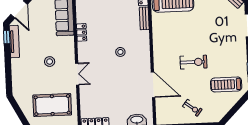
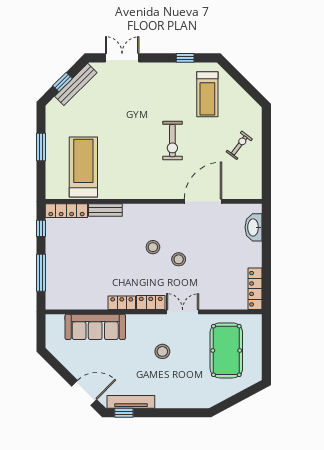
locker: (83, 52) -> (151, 302), added
exercise bike: (194, 62) -> (172, 141), turned 180
stool: (113, 70) -> (179, 259), added

